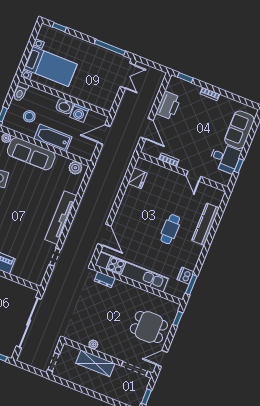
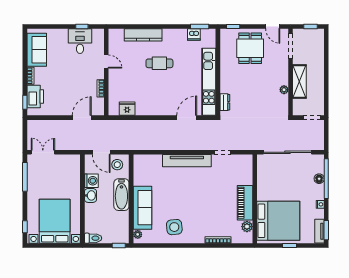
bed with nightstands: (50, 66) -> (55, 221), width x1.36
printer: (168, 105) -> (35, 97), moved, turned 90
stool: (29, 116) -> (117, 165), moved
sofa: (239, 130) -> (37, 50), moved, turned -90
plant: (75, 168) -> (139, 165), removed
door: (194, 176) -> (106, 62), hinge flipped

